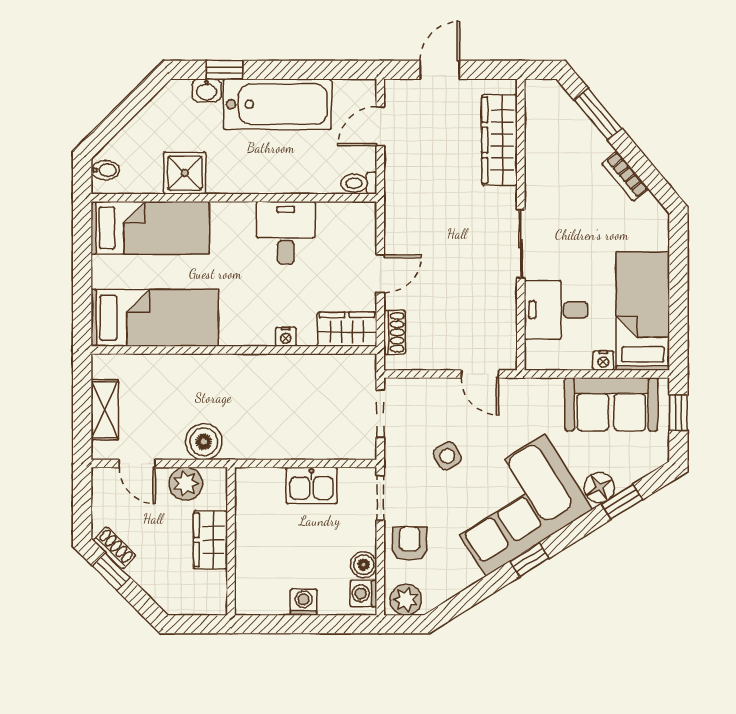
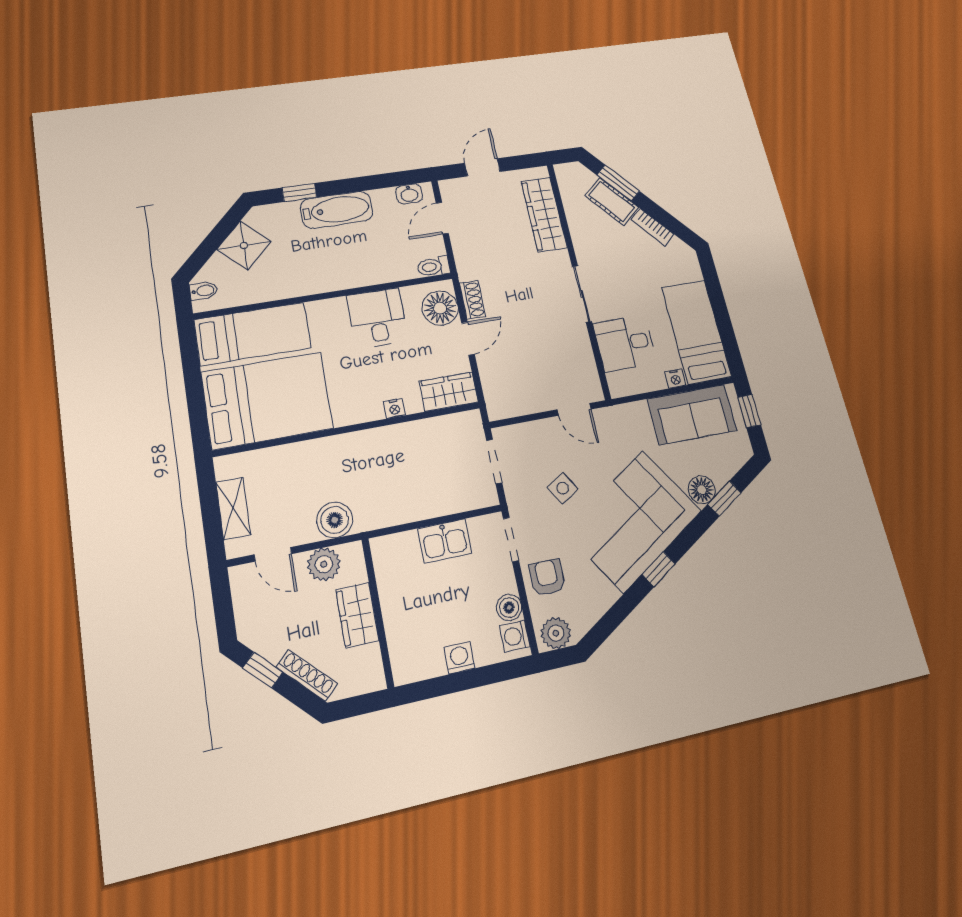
washbasin: (207, 90) -> (409, 194), moved
bathtub: (277, 104) -> (337, 210), width x0.73, depth x0.73
cot: (584, 137) -> (612, 201), added
shower: (185, 173) -> (244, 245), moved, turned 45
floor lamp: (357, 233) -> (440, 308), added
bed: (155, 318) -> (267, 400), width x1.50
shoe rack: (395, 332) -> (472, 300), moved
shoe rack: (114, 548) -> (307, 675), moved, width x1.43

